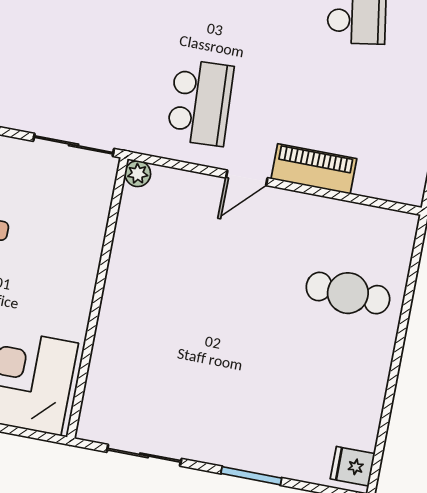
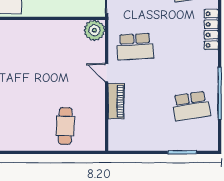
plant: (138, 174) -> (94, 30), width x1.88, depth x1.88

